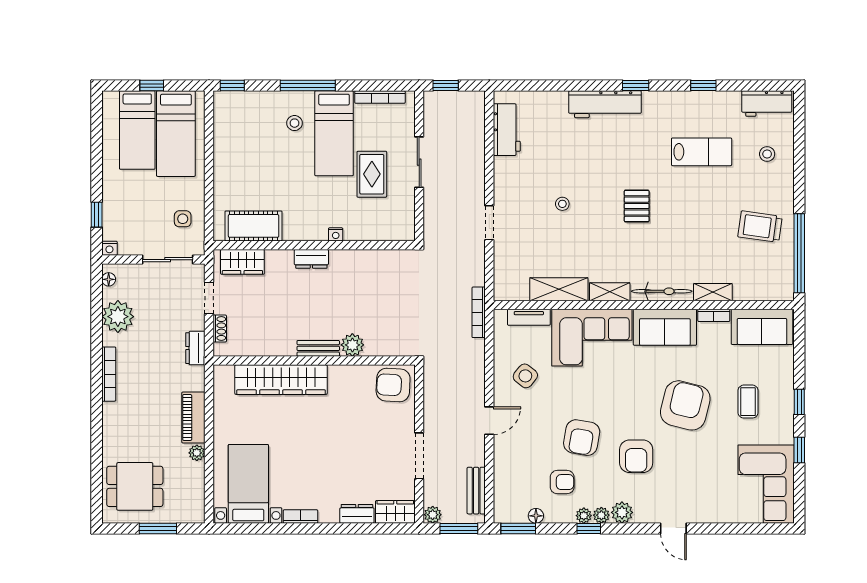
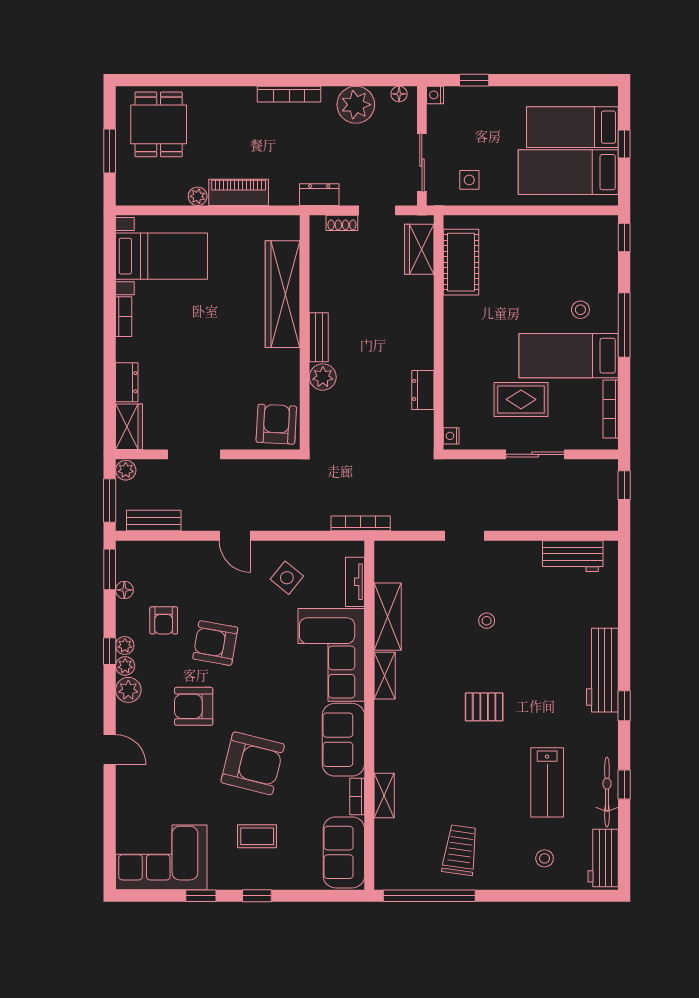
nightstand: (336, 234) -> (451, 436), moved
dresser: (311, 259) -> (423, 390), moved
bicycle: (662, 291) -> (607, 792), moved, turned 180
door: (673, 529) -> (110, 750), swing flipped

